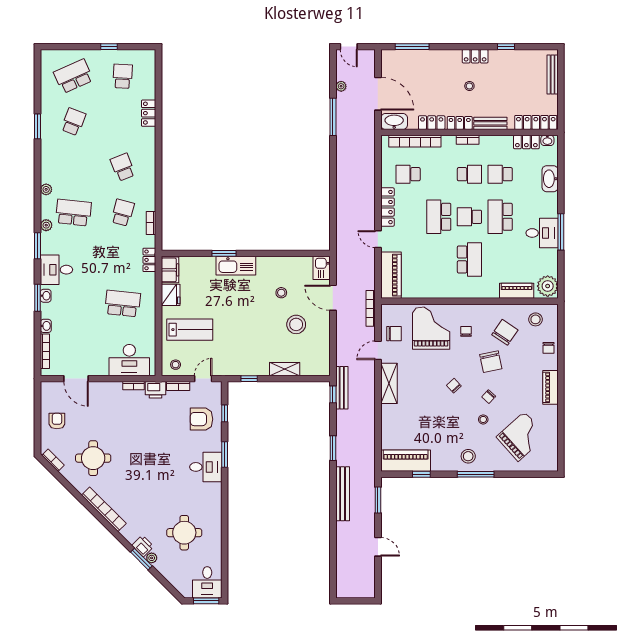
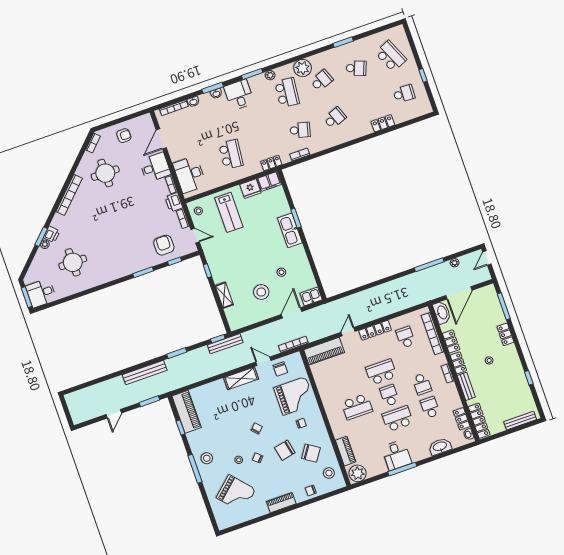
locker: (475, 56) -> (505, 334), moved
school desk: (73, 167) -> (322, 80), added
plant: (46, 189) -> (303, 68), width x1.88, depth x1.88
desk: (206, 467) -> (155, 167), moved, turned -90

